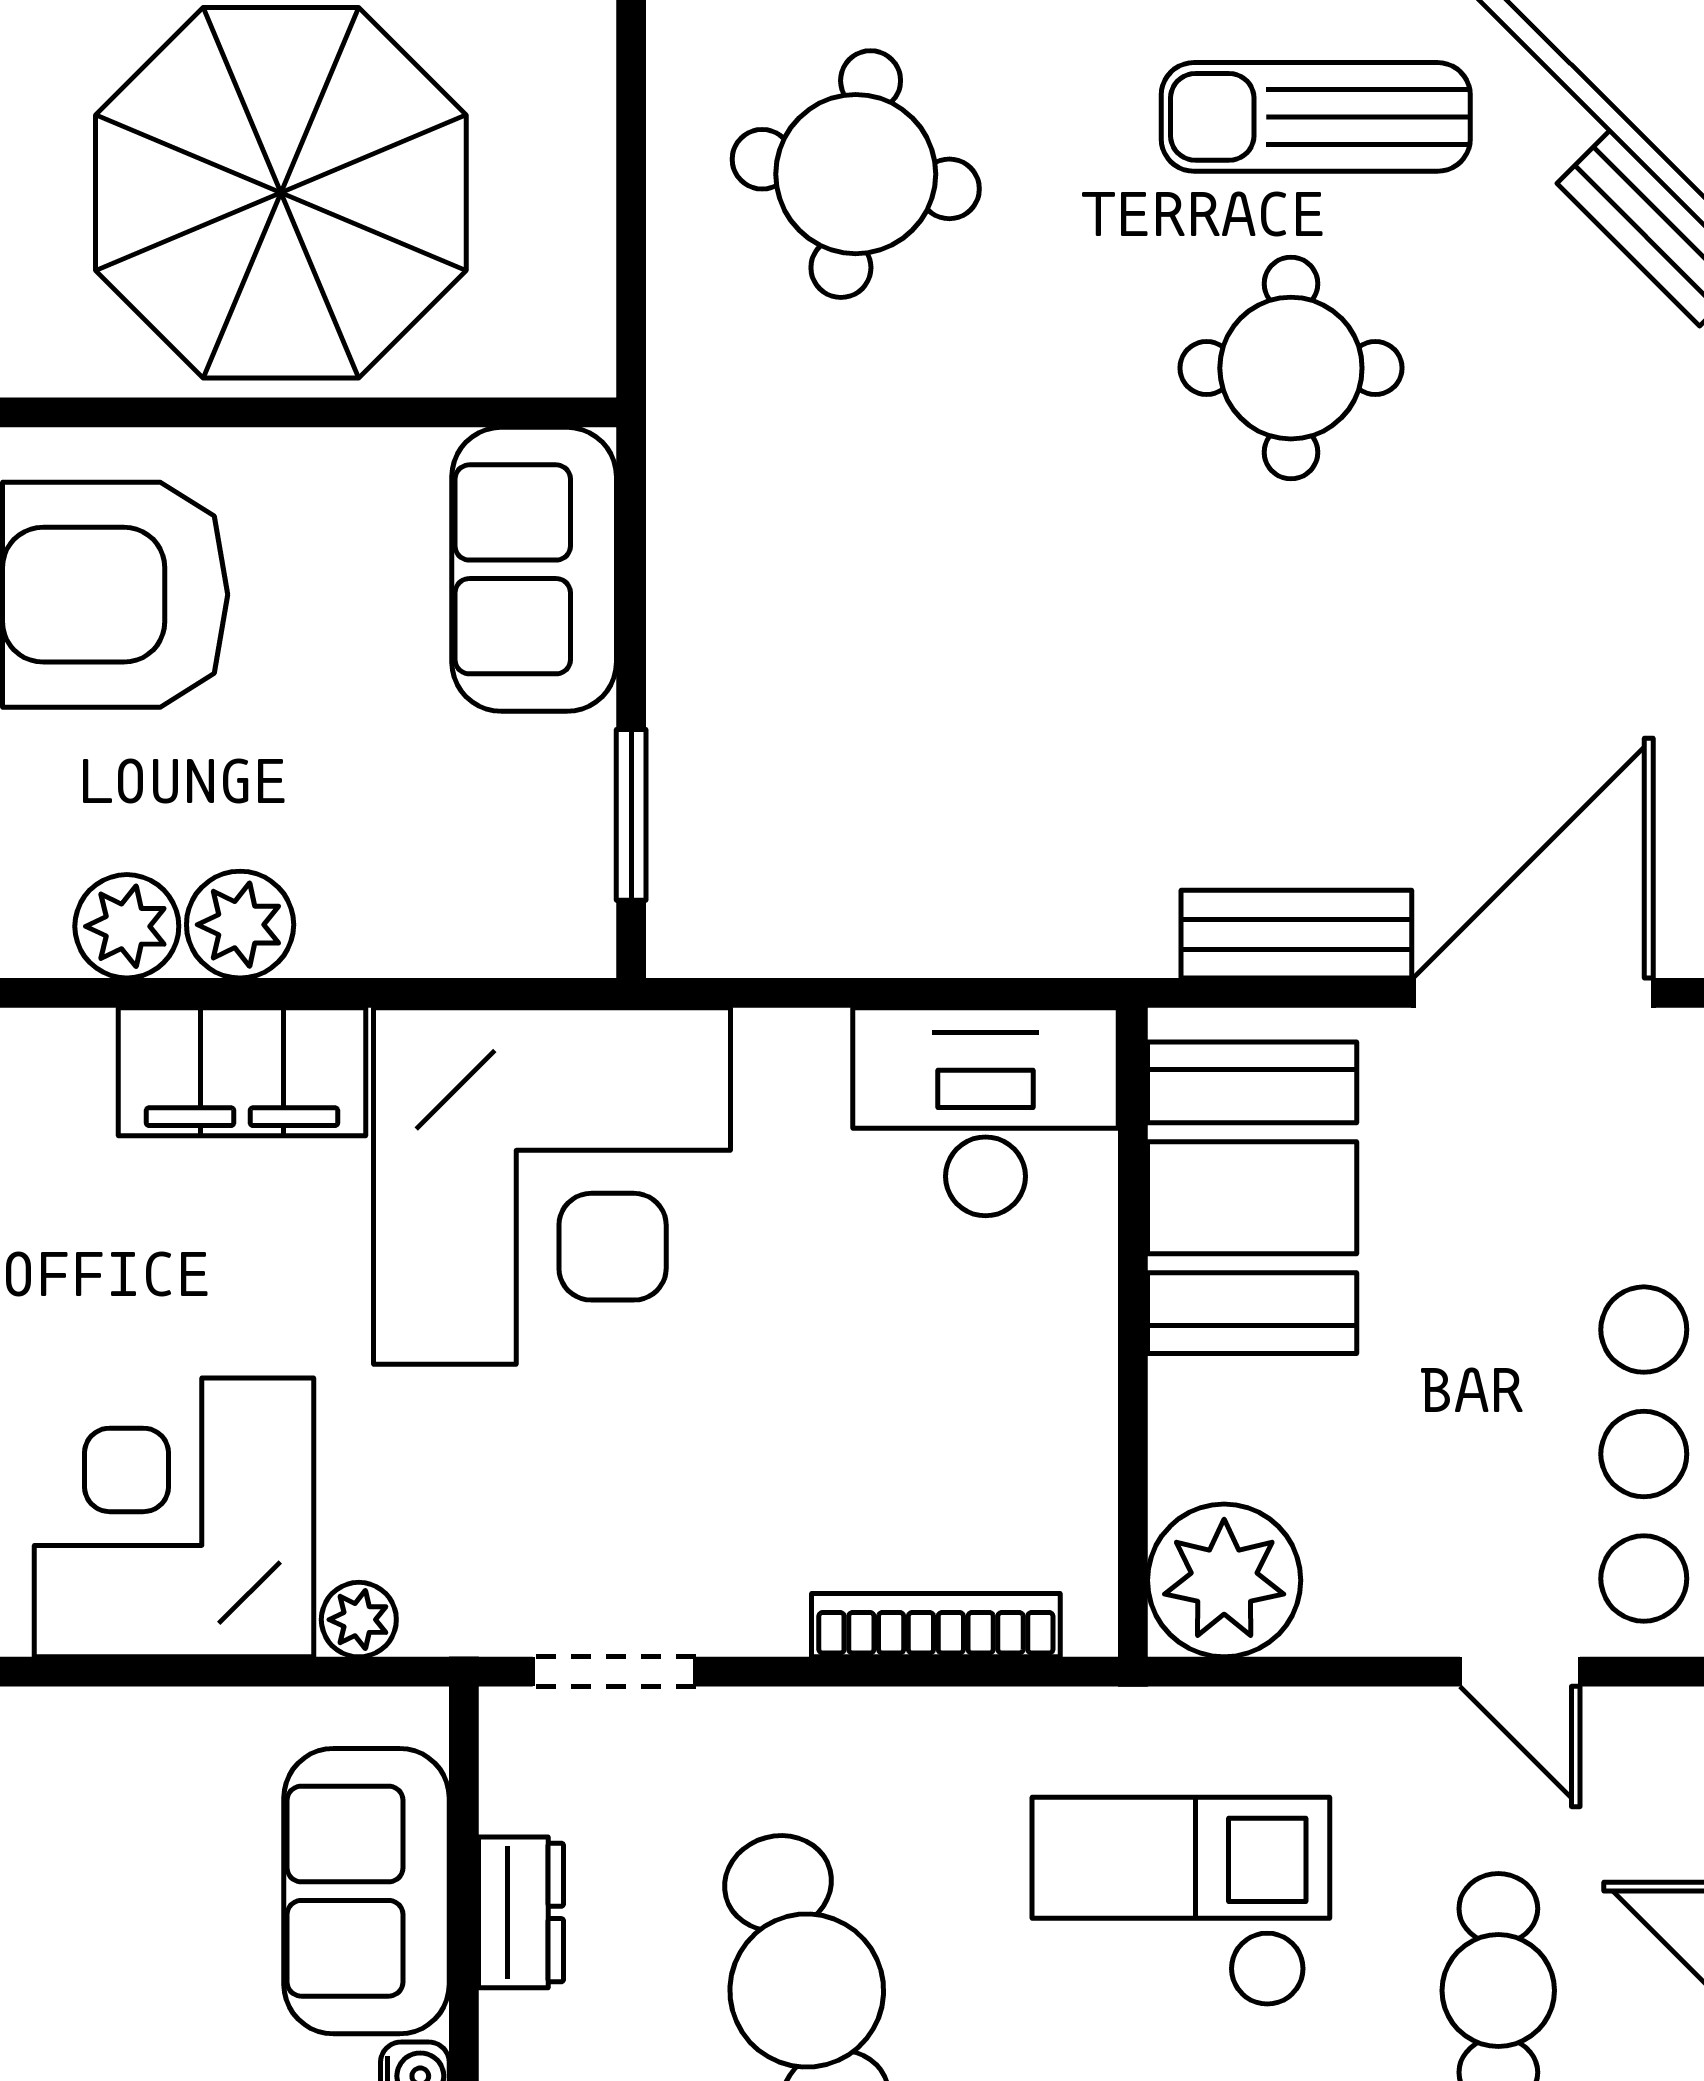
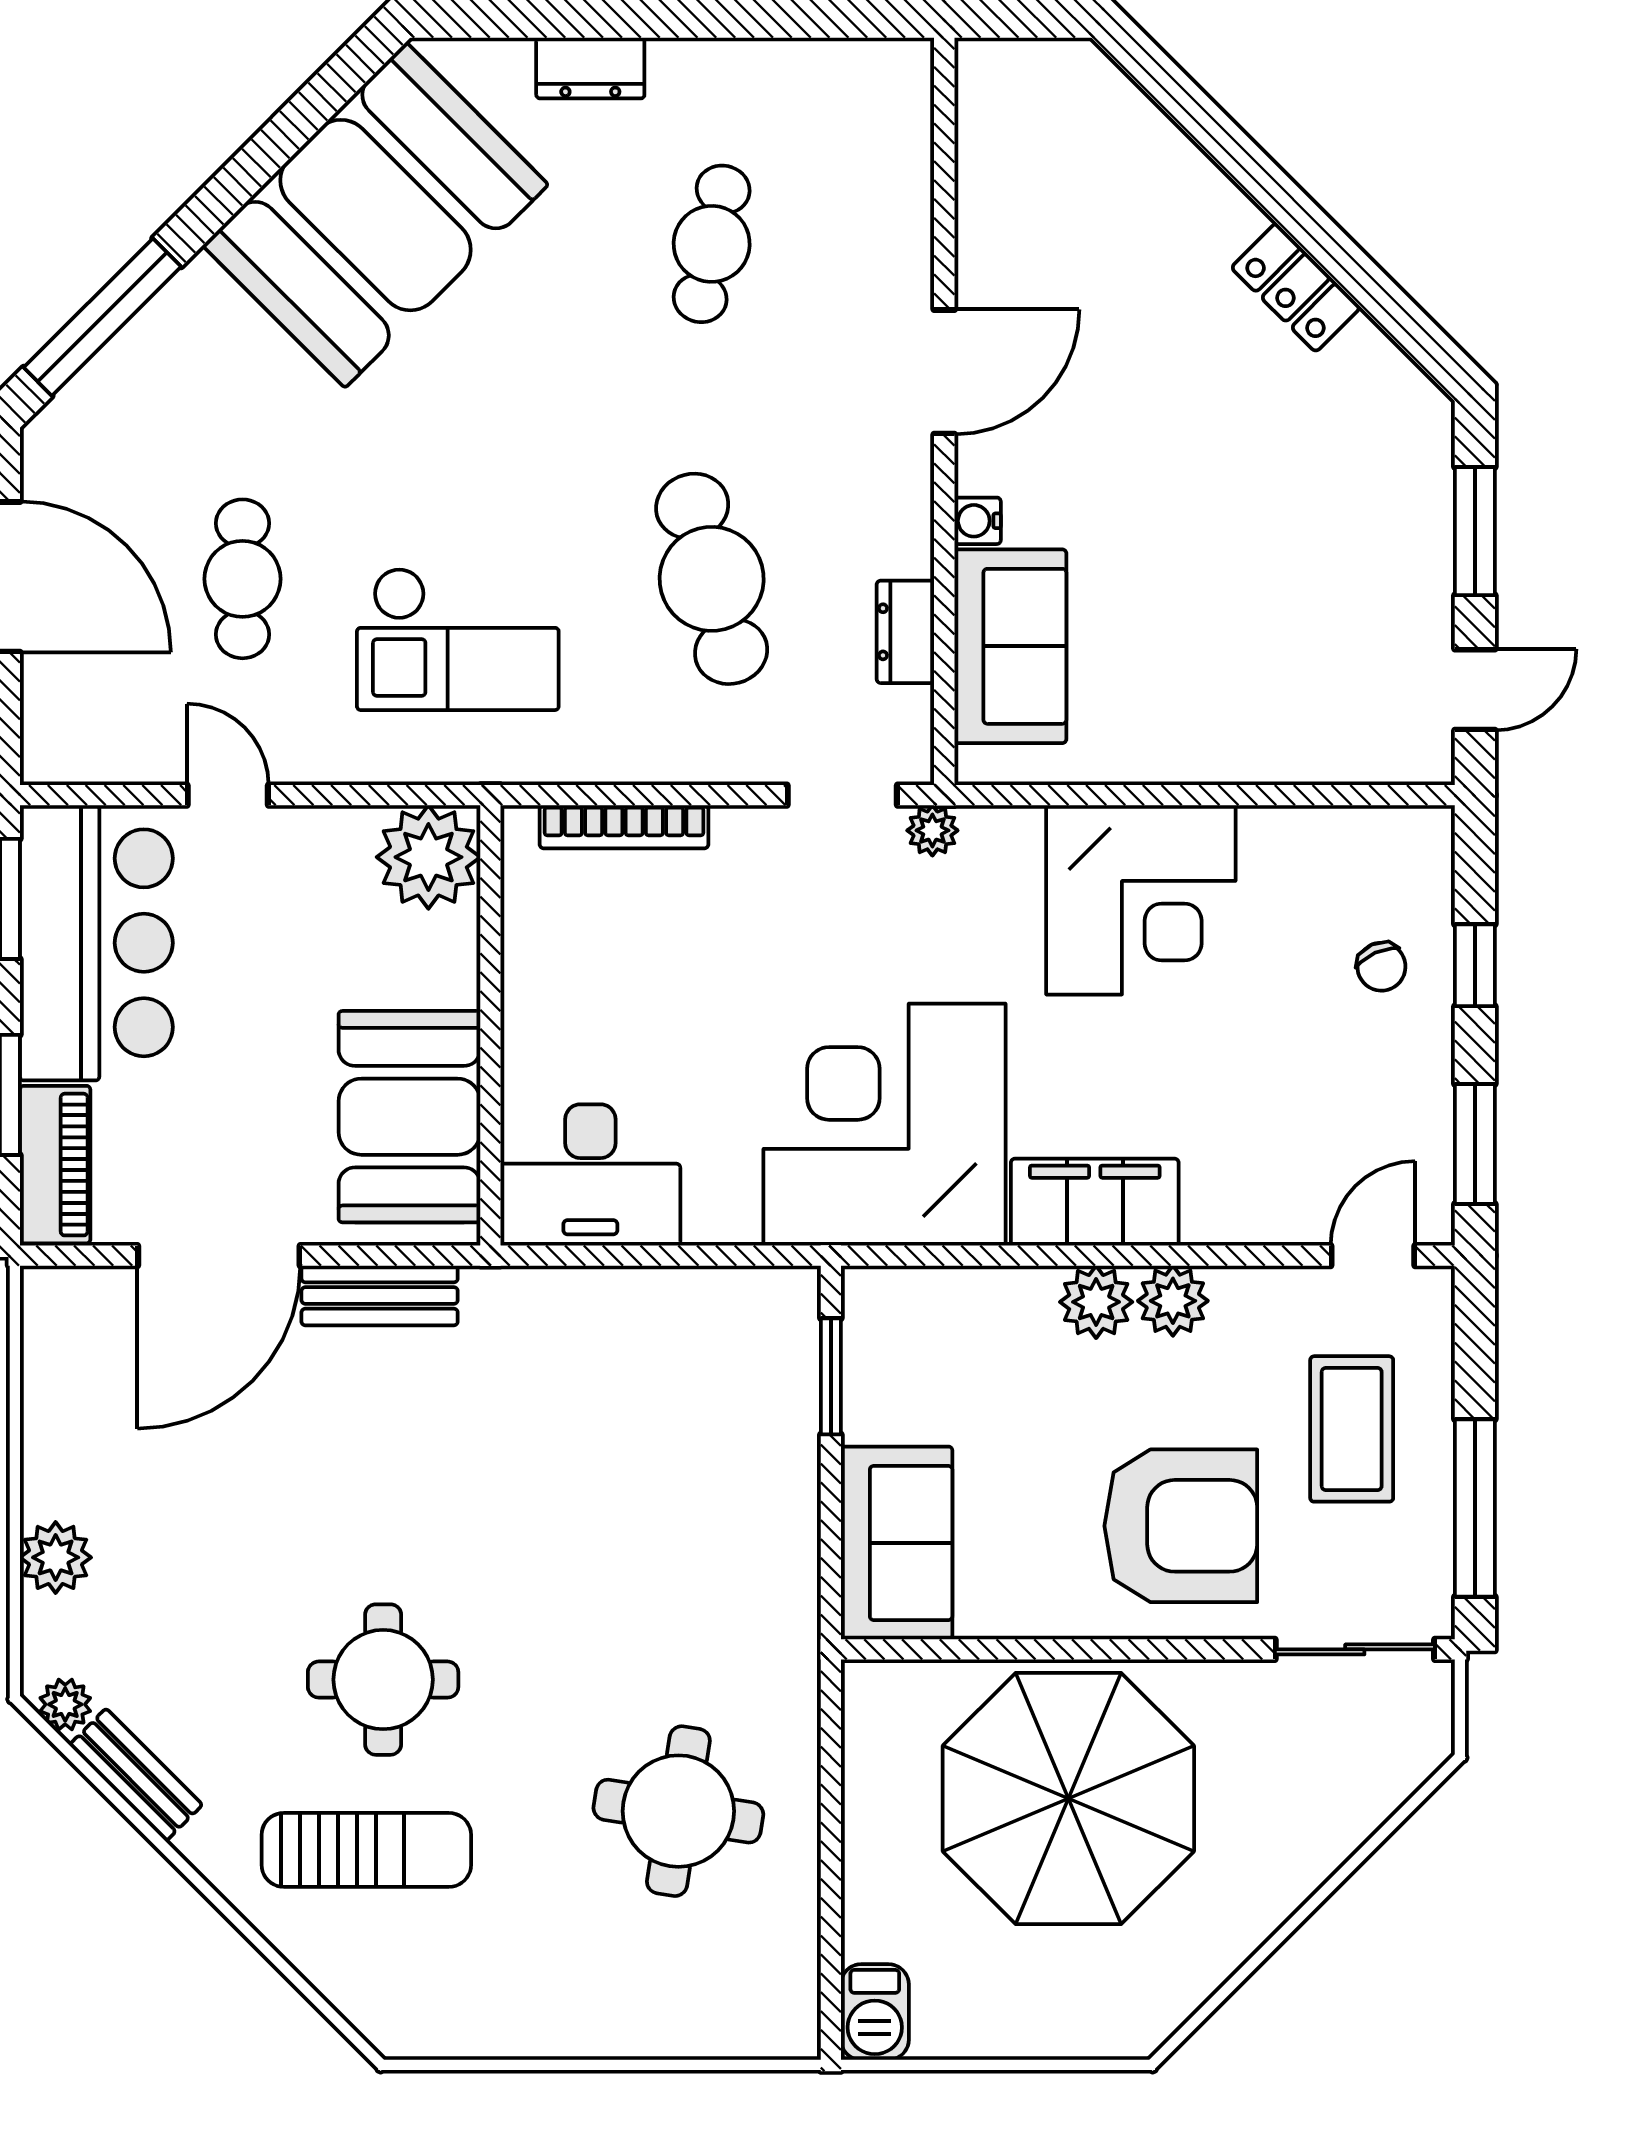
plant: (359, 1620) -> (932, 830), moved

